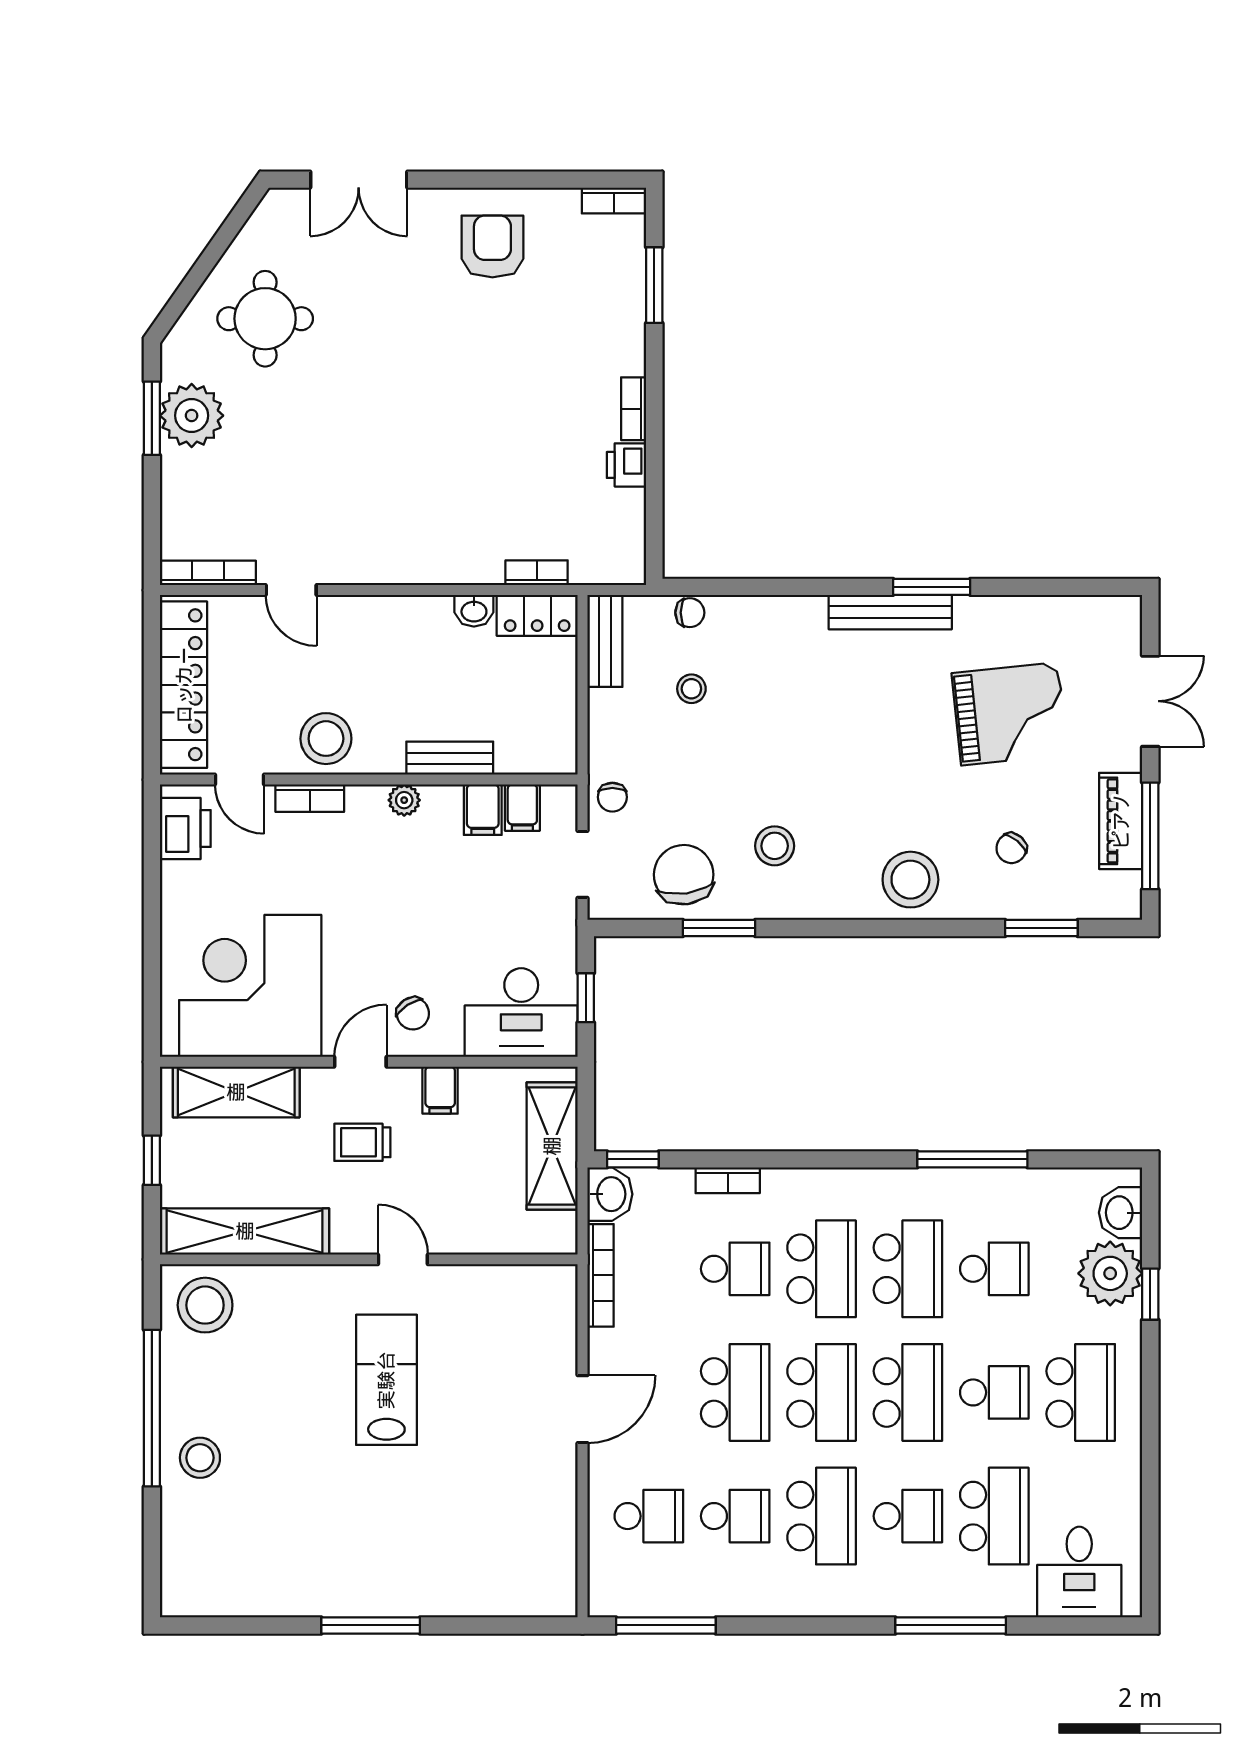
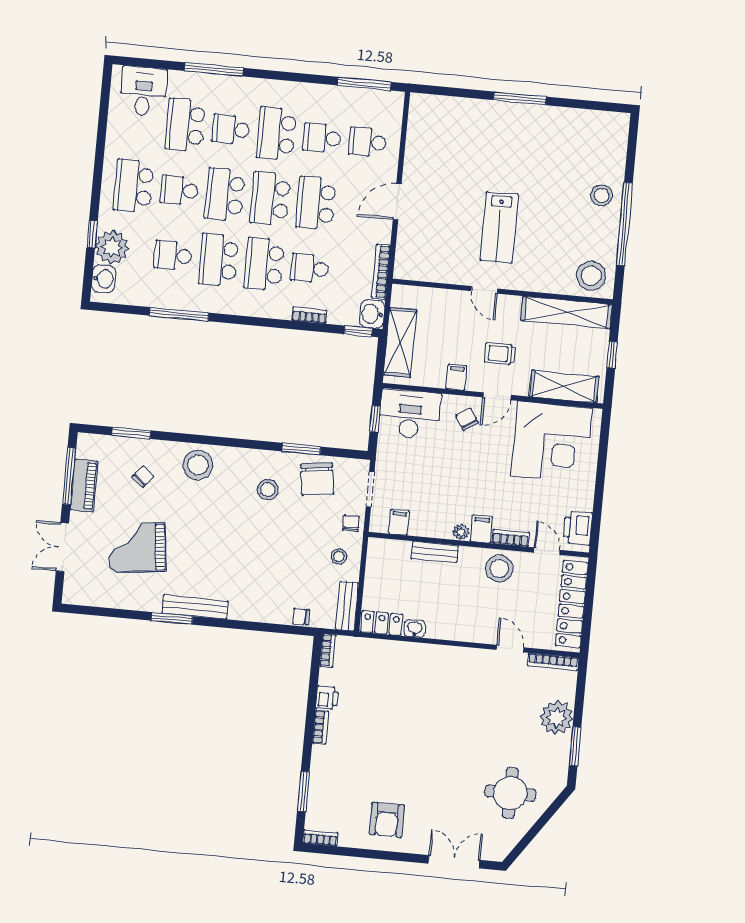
plant: (192, 416) -> (557, 718), moved
bookcase: (537, 573) -> (328, 650), moved, turned -90
stool: (691, 689) -> (339, 557), moved
filing cabinet: (483, 810) -> (481, 529), moved
trolley: (362, 1142) -> (500, 354), turned 180

